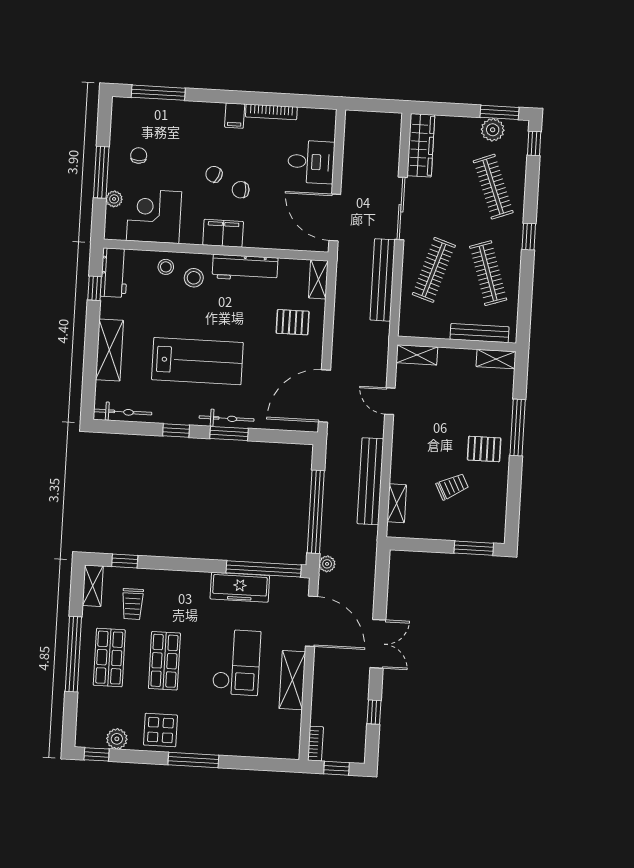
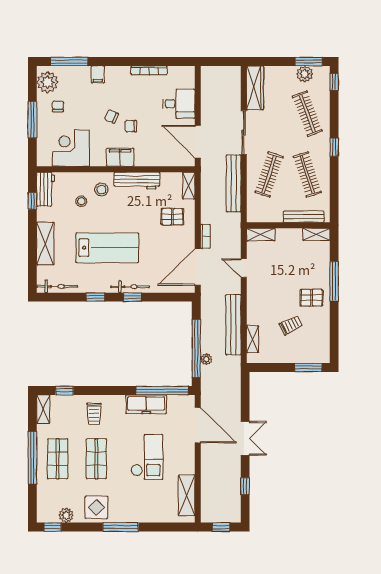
filing cabinet: (235, 116) -> (98, 74), moved
plant: (114, 199) -> (48, 82), moved, width x1.88, depth x1.88
stool: (166, 267) -> (81, 201), moved
window: (229, 433) -> (132, 297), width x0.67
plant: (327, 564) -> (206, 359), moved
trolley: (133, 604) -> (94, 414), moved
shelving: (292, 680) -> (187, 495), moved
bookcase: (315, 744) -> (205, 236), moved

